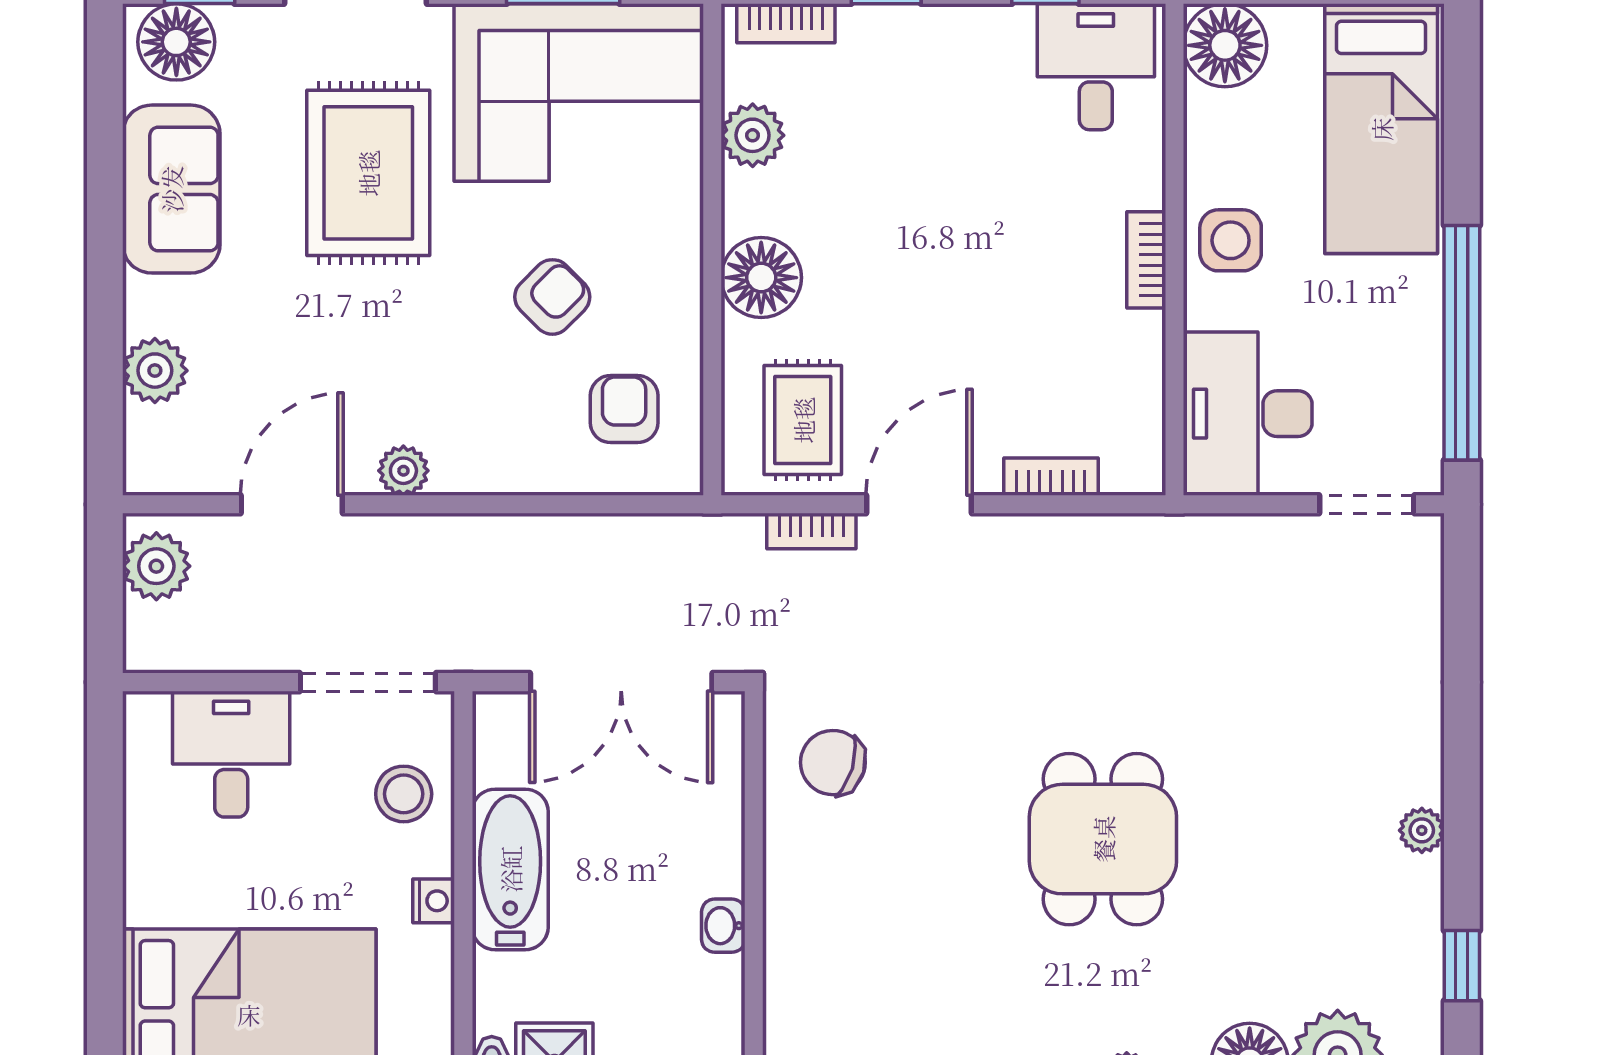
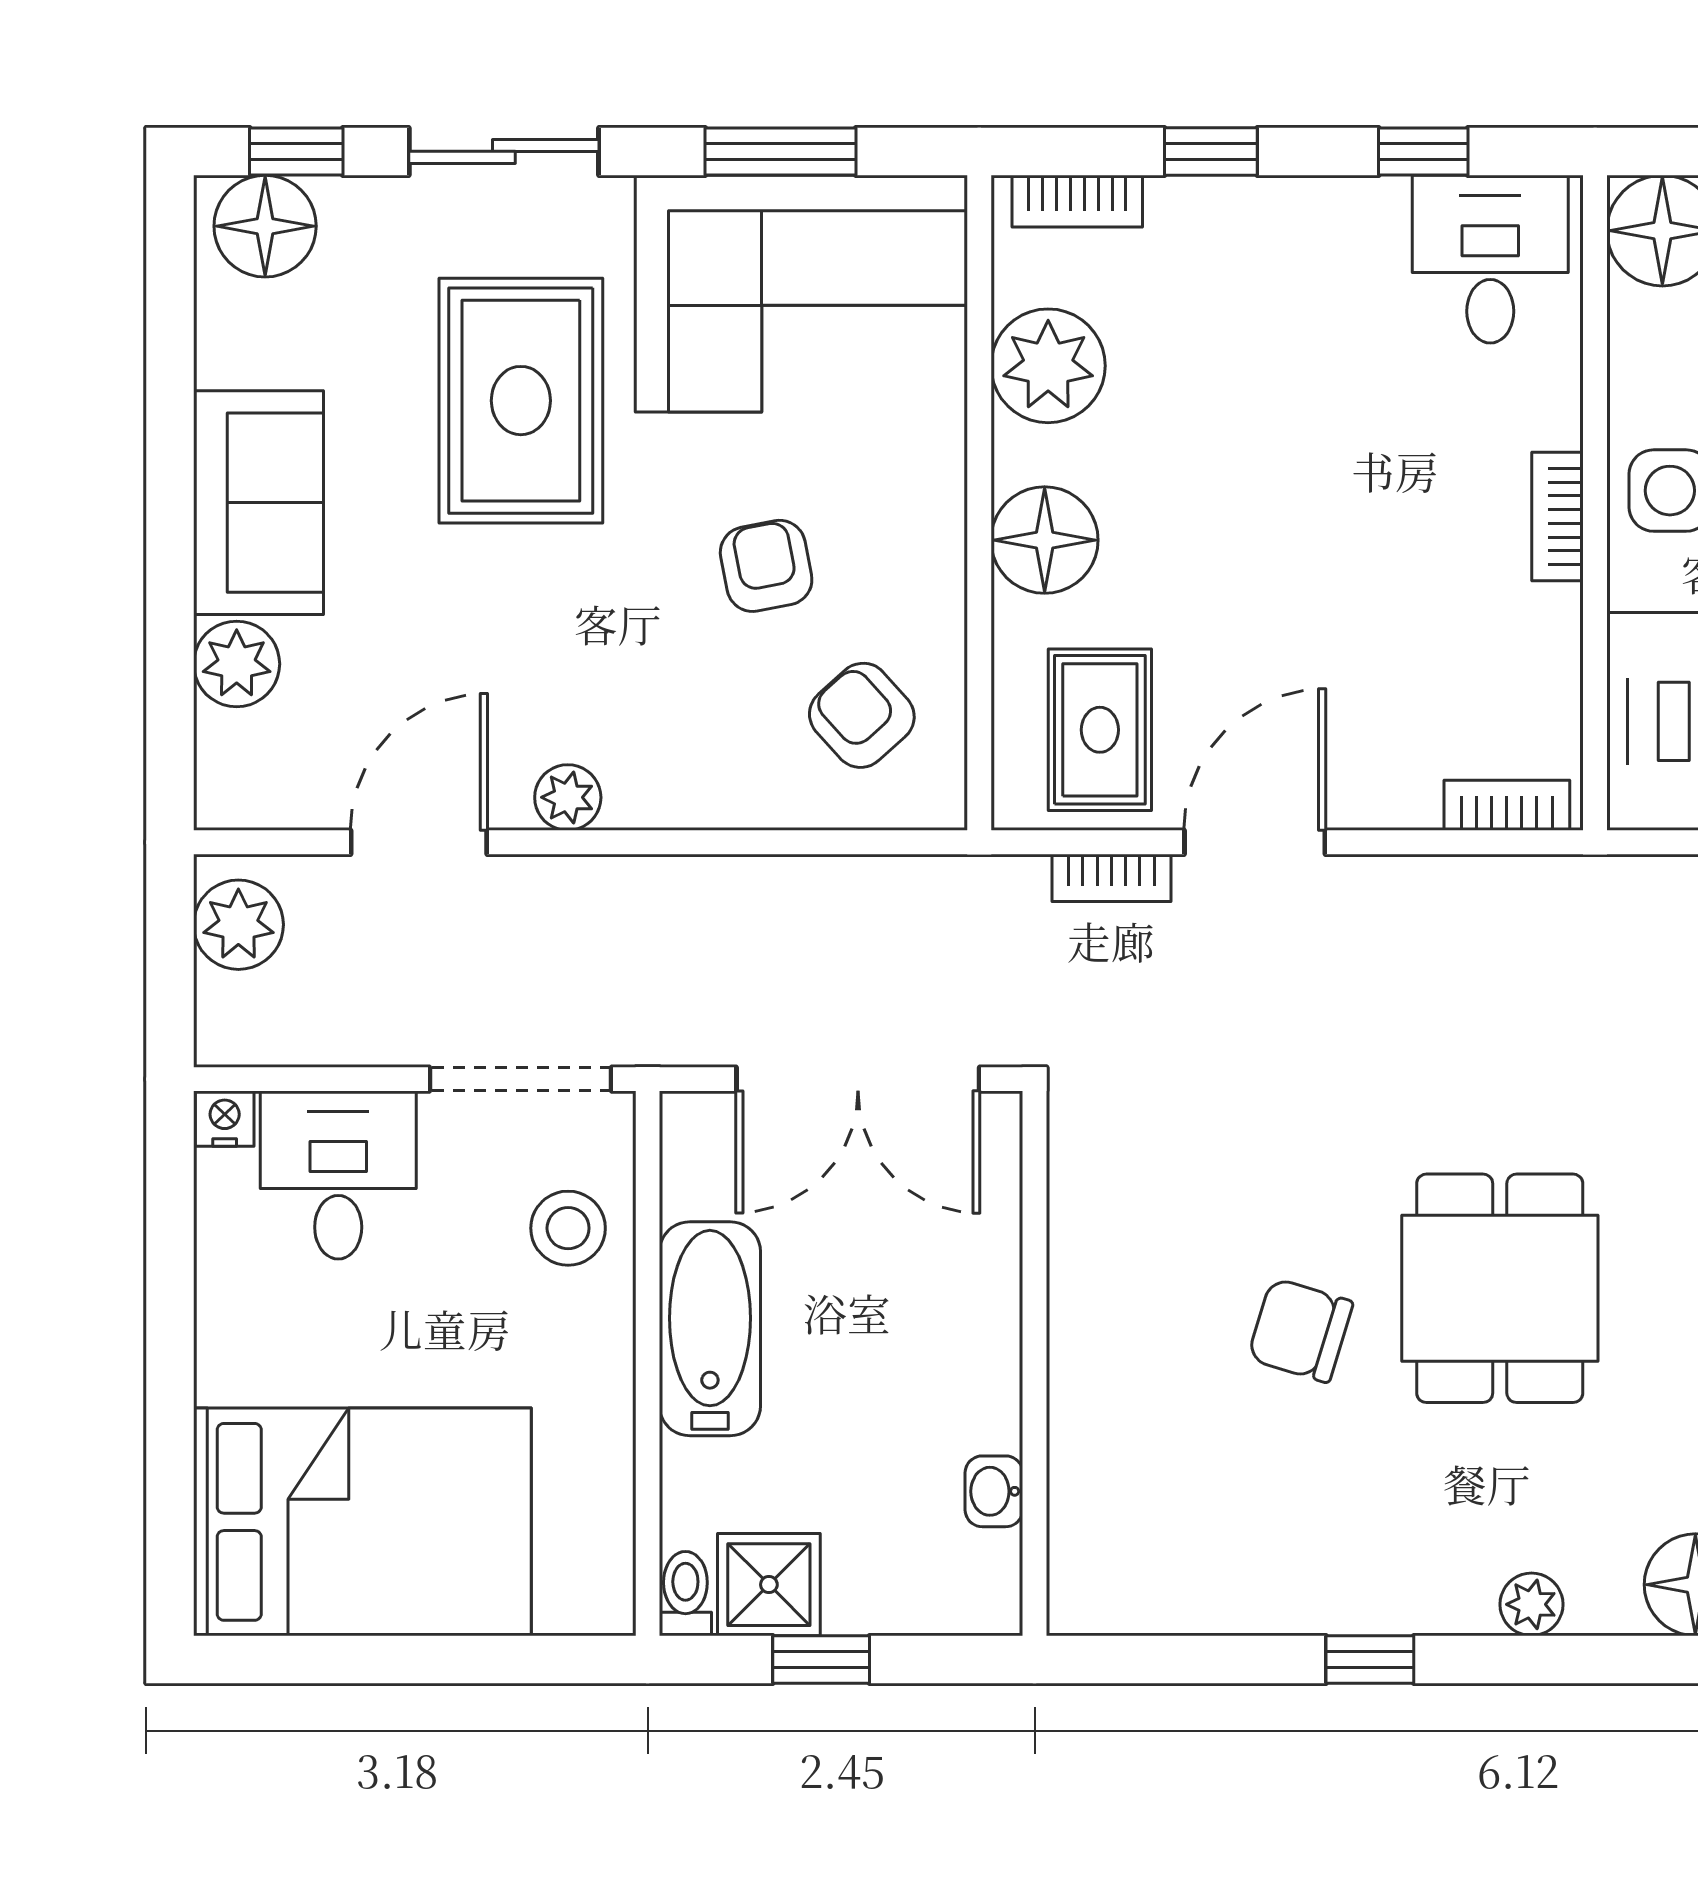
plant: (753, 135) -> (1048, 366), width x1.36, depth x1.36
sofa: (171, 189) -> (258, 503), moved
armchair: (552, 297) -> (766, 566), turned -56
armchair: (624, 409) -> (862, 715), turned -42
bookcase: (1051, 477) -> (1507, 805), moved
chair: (833, 763) -> (1300, 1330), moved
nightstand: (434, 901) -> (225, 1119), moved, turned -90
washbasin: (723, 926) -> (994, 1491), moved

